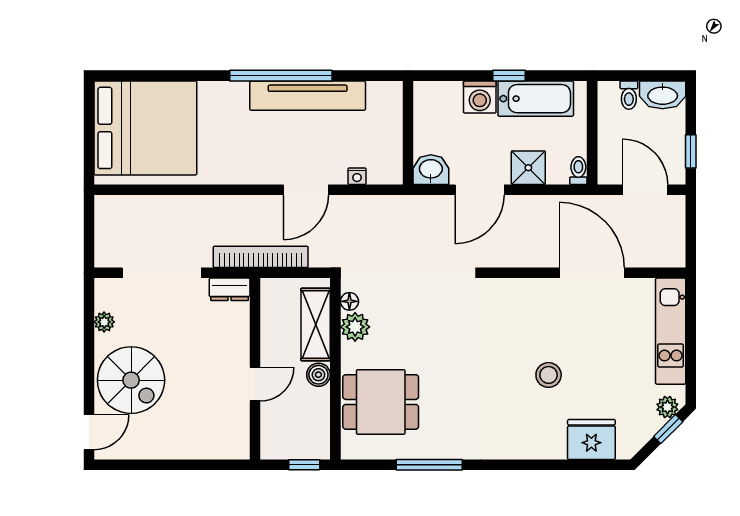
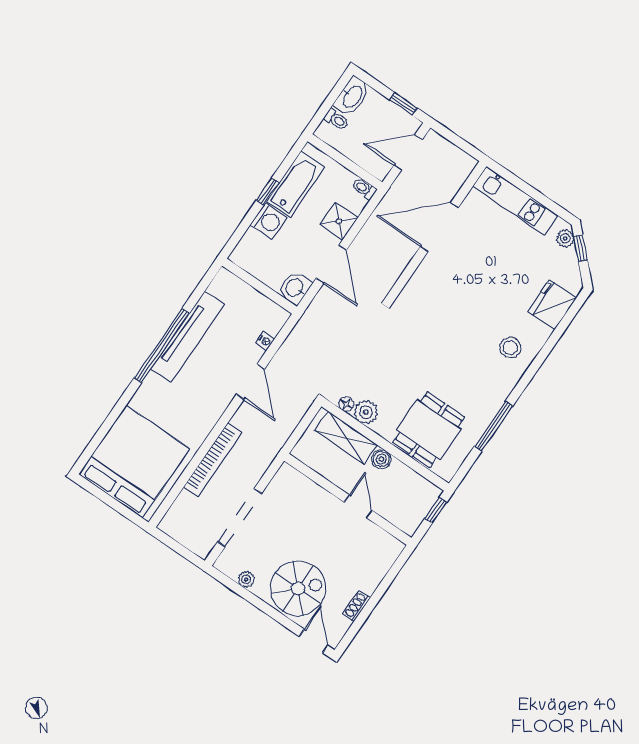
bookcase: (261, 257) -> (213, 459), moved, turned 180
dresser: (230, 289) -> (282, 480), removed
stool: (549, 375) -> (510, 348), moved
shoe rack: (154, 451) -> (357, 606), added

